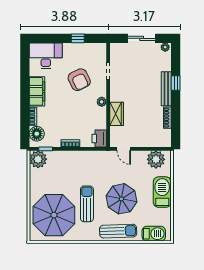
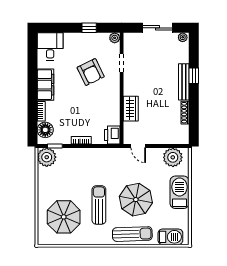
desk: (46, 56) -> (50, 46), width x0.73
plant: (102, 102) -> (115, 38), moved
parasol: (54, 215) -> (64, 217), width x0.73, depth x0.73

